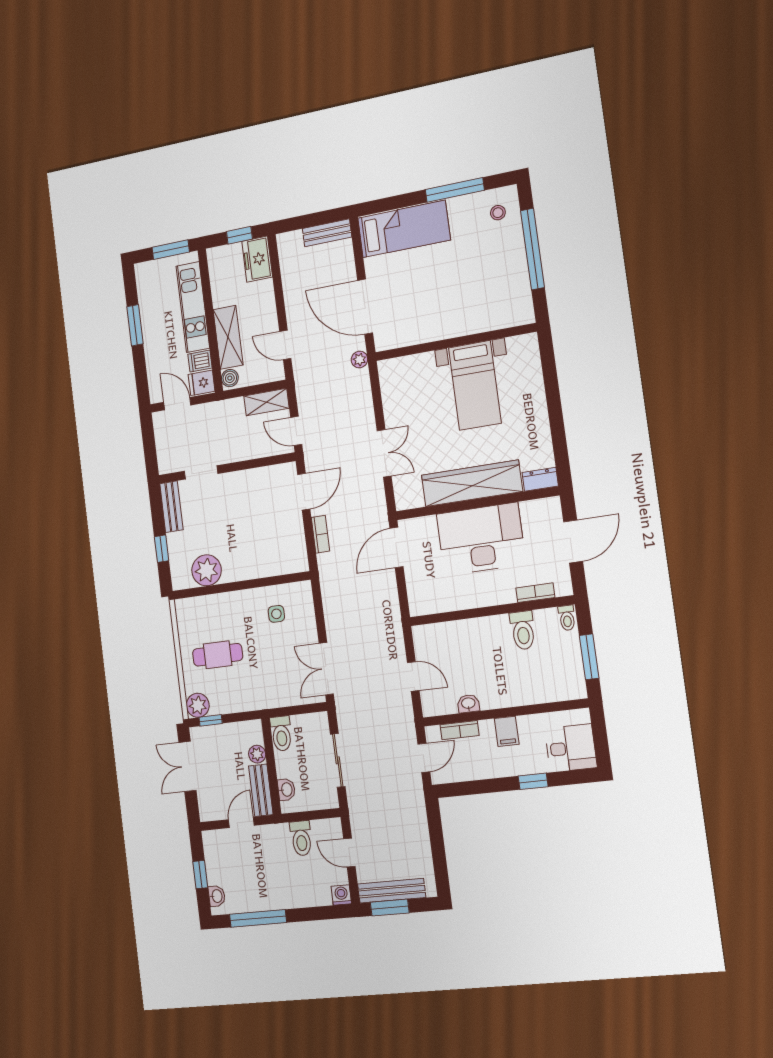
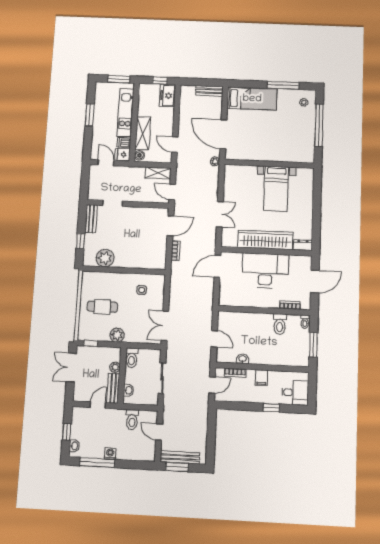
plant: (198, 705) -> (117, 335), moved
washing machine: (341, 895) -> (110, 454), moved

